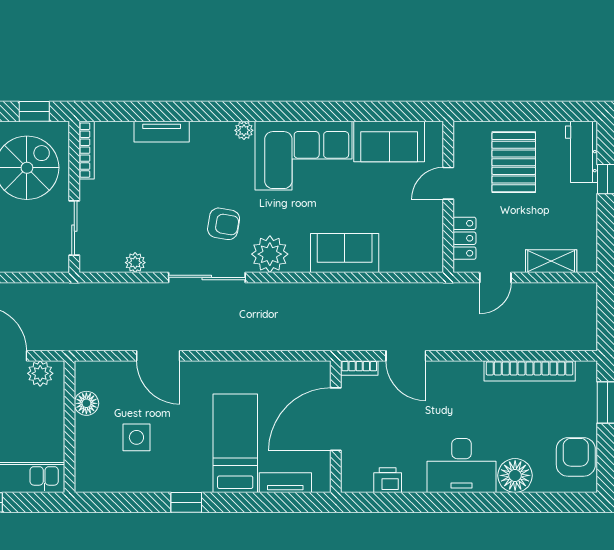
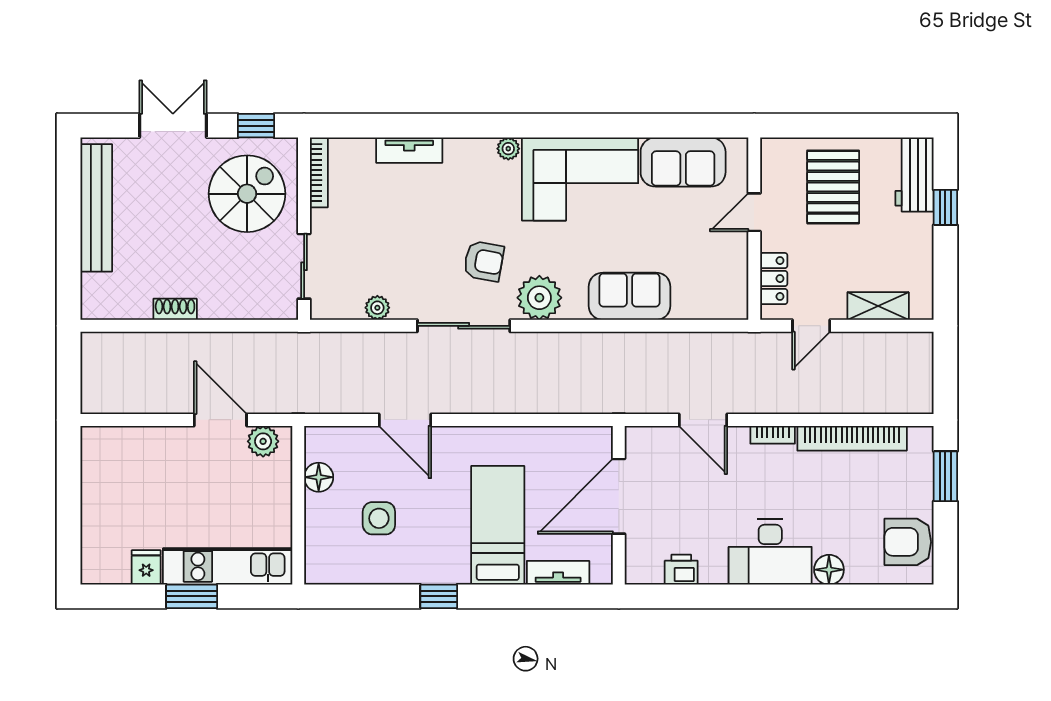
bookcase: (359, 368) -> (773, 435), moved
armchair: (576, 457) -> (908, 542), turned -90
floor lamp: (515, 475) -> (829, 570), width x0.73, depth x0.73

